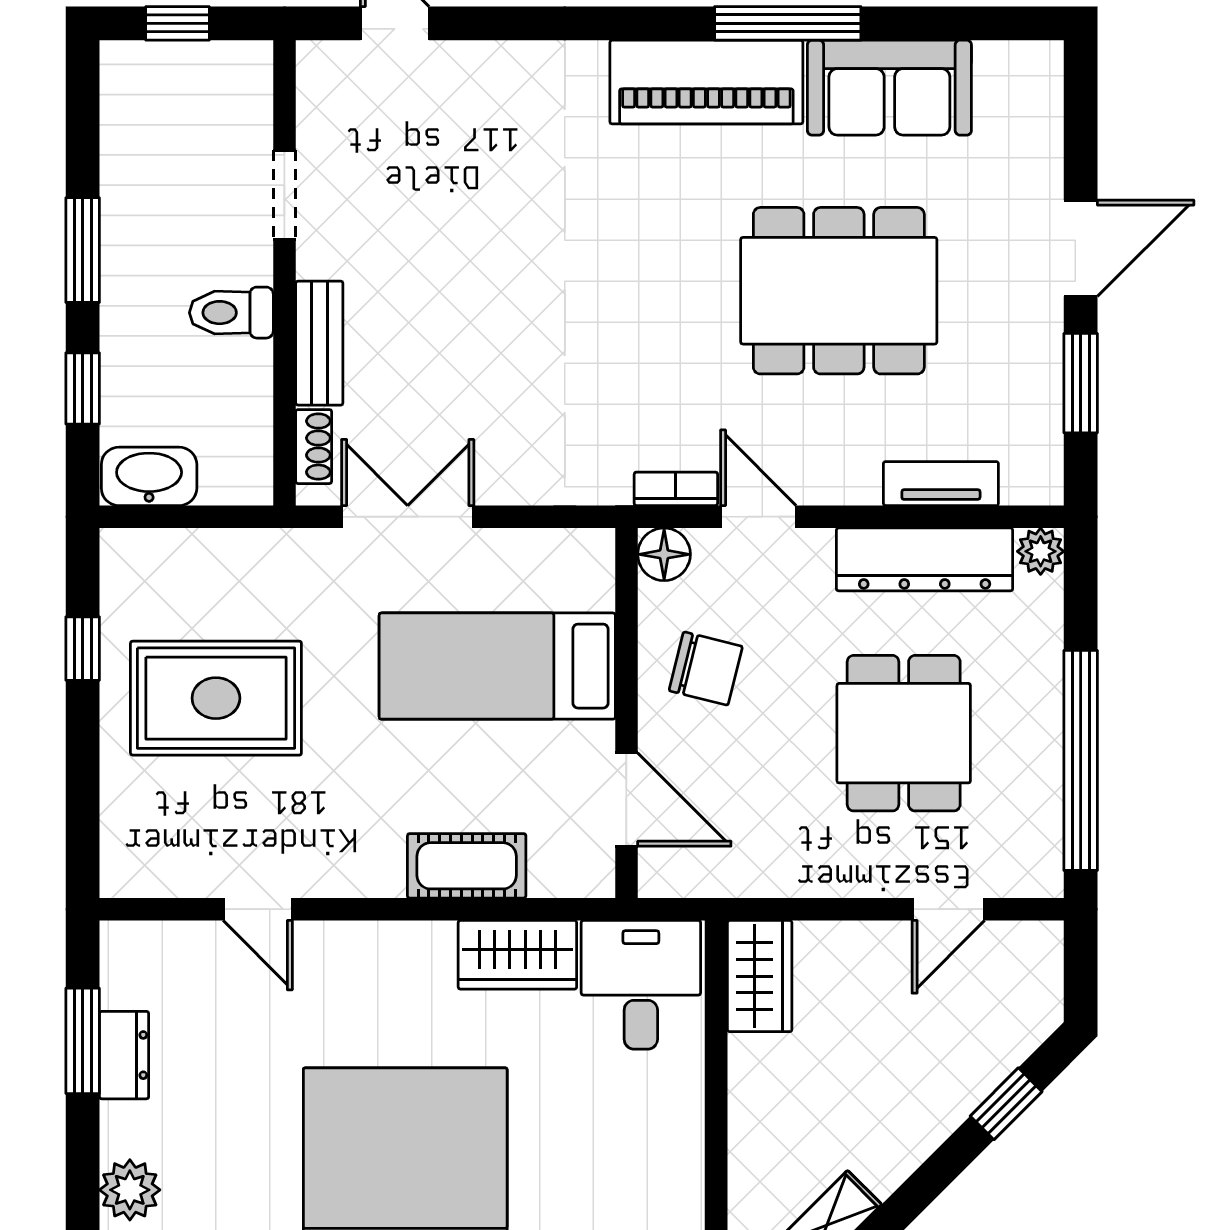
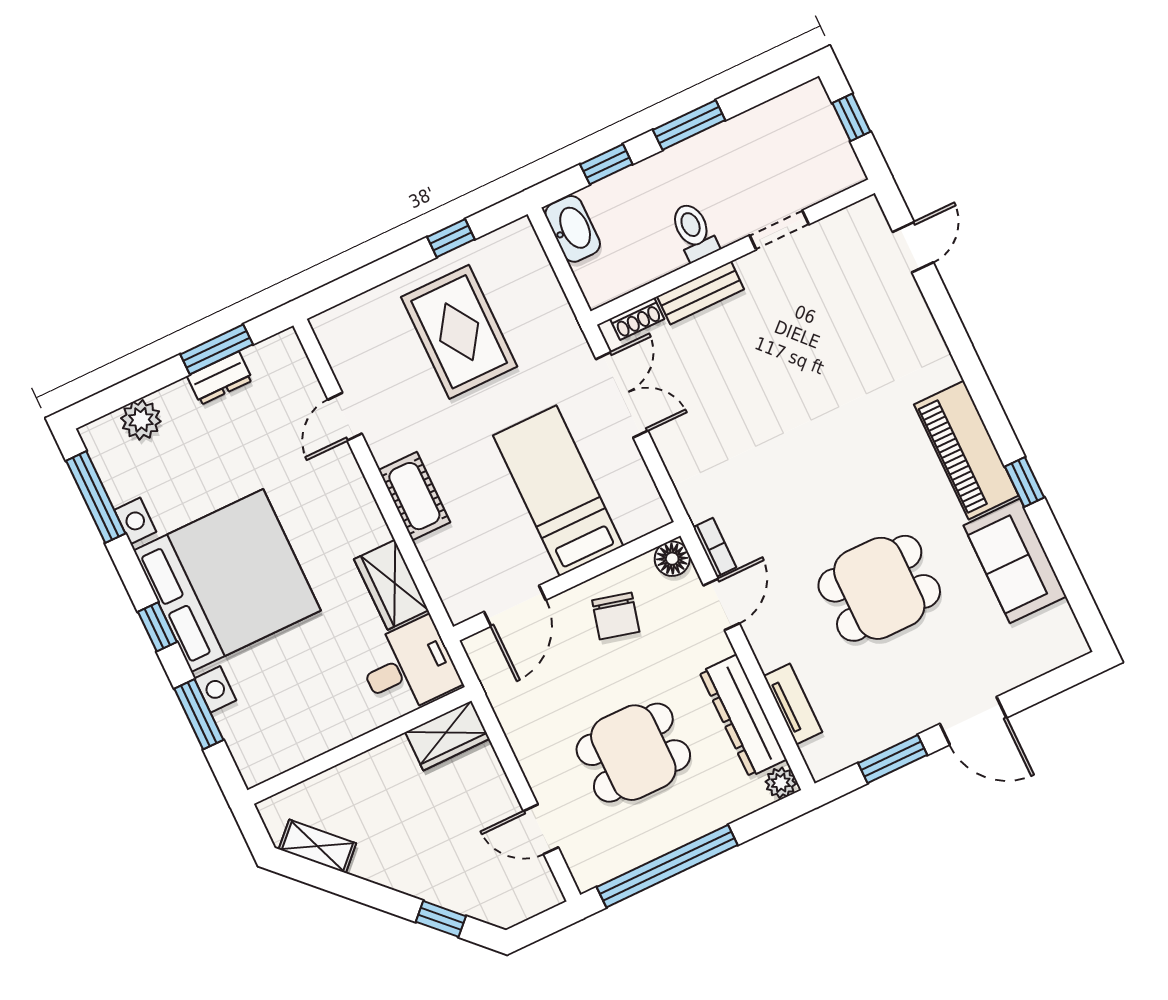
window: (788, 23) -> (1024, 482), width x0.46
dining table: (839, 291) -> (879, 588), width x0.73
cot: (467, 866) -> (414, 496), moved

